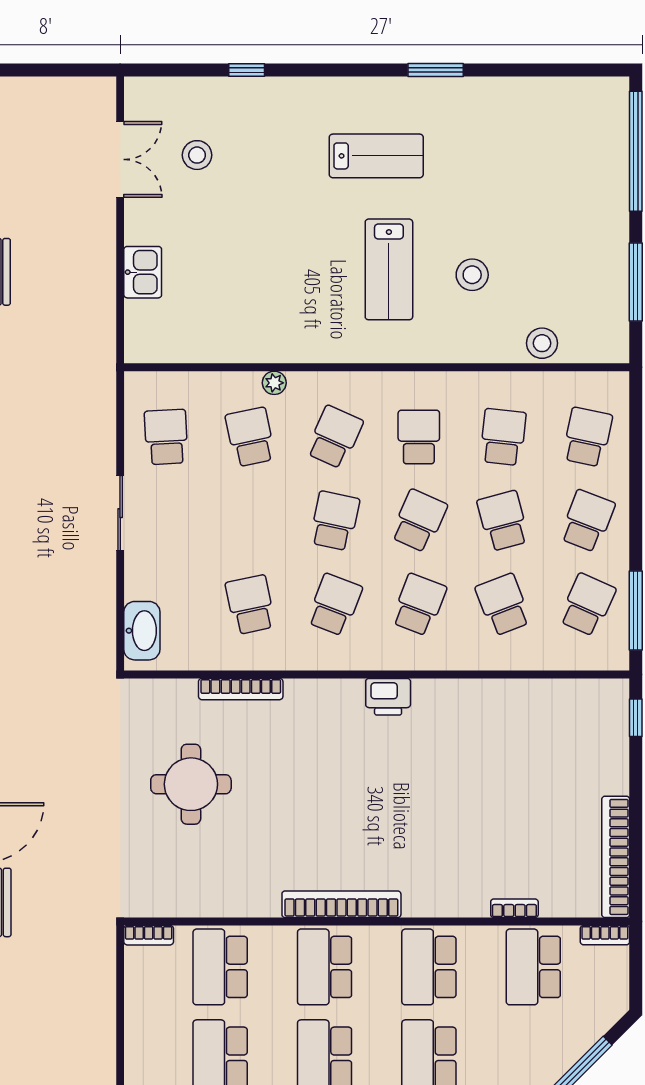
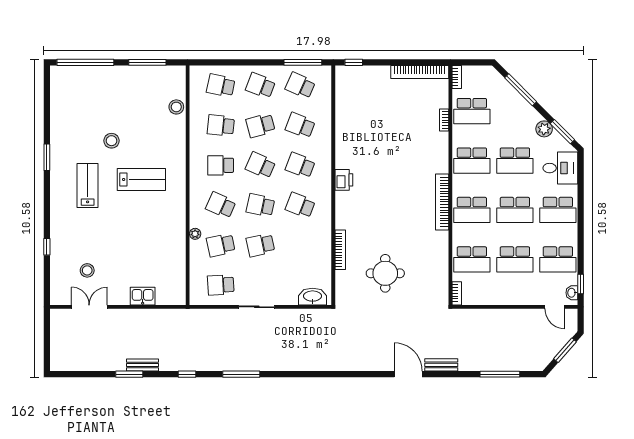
stool: (472, 275) -> (112, 141), moved
school desk: (250, 605) -> (260, 245), moved
school desk: (503, 605) -> (300, 125), turned 42

